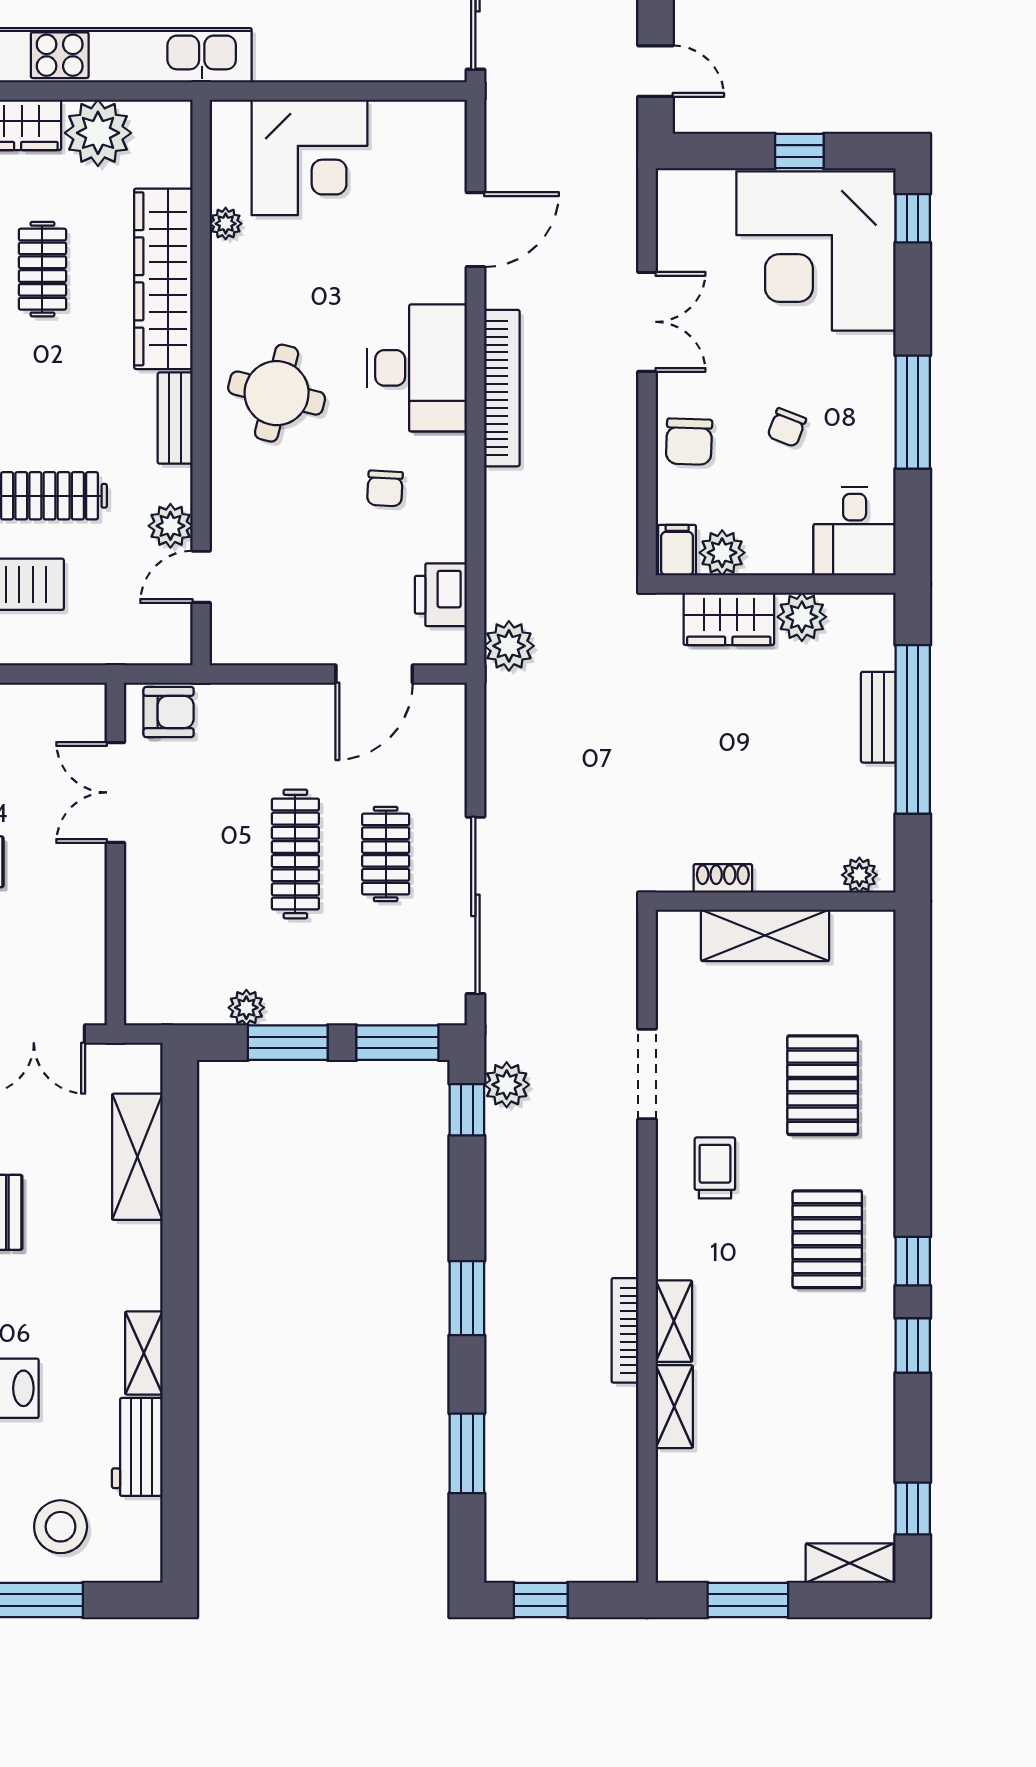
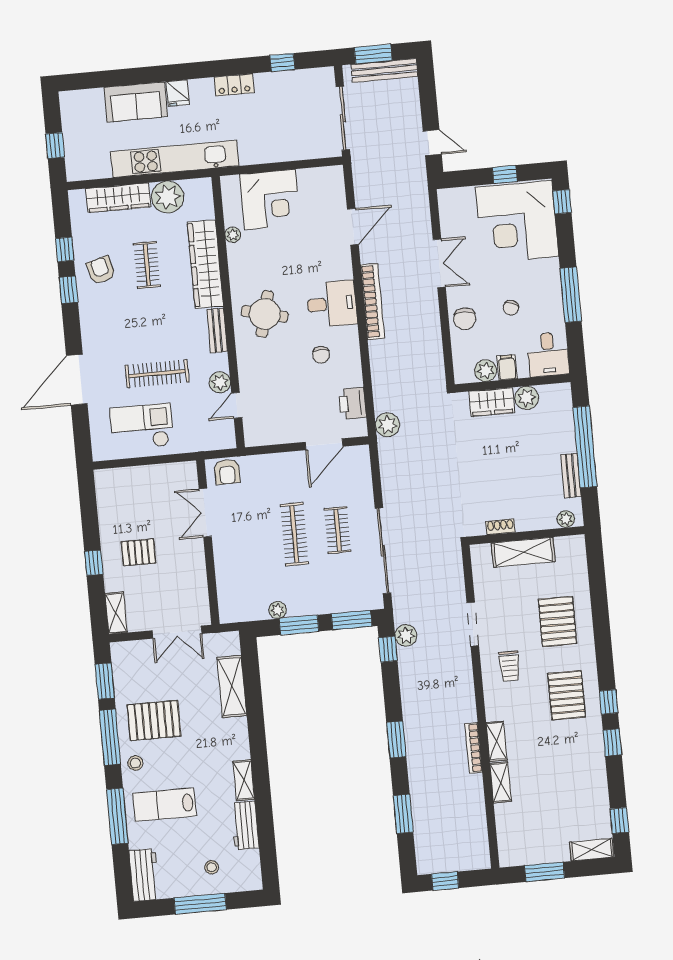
desk: (417, 368) -> (332, 304), width x0.73
filing cabinet: (677, 550) -> (507, 367), moved
armchair: (169, 712) -> (227, 472), turned 90
bench: (878, 717) -> (571, 476), moved
trolley: (715, 1168) -> (509, 666), turned 180
stool: (61, 1527) -> (212, 867), width x0.53, depth x0.53

